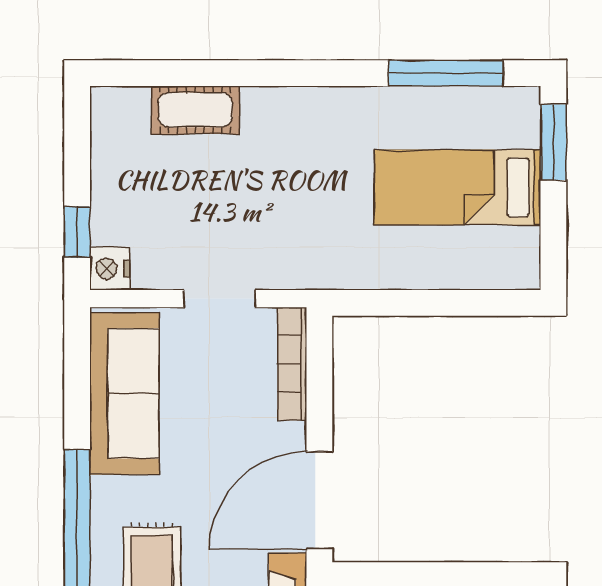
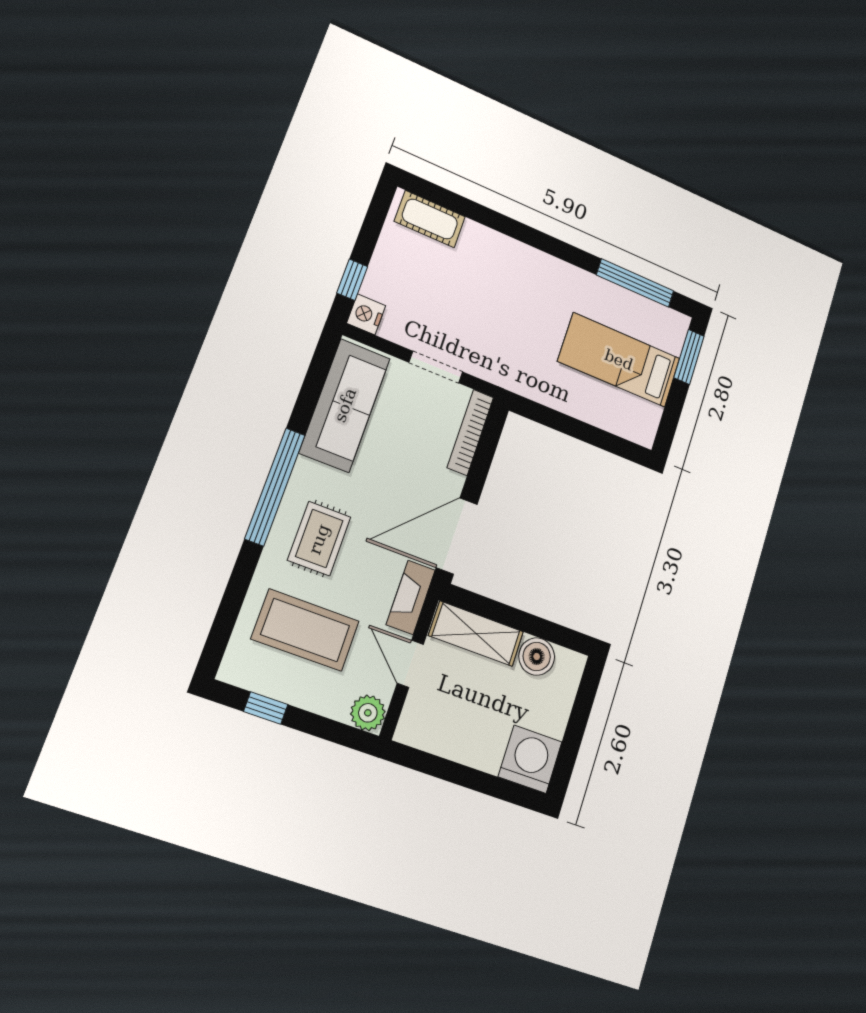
cot: (195, 110) -> (430, 219), moved

